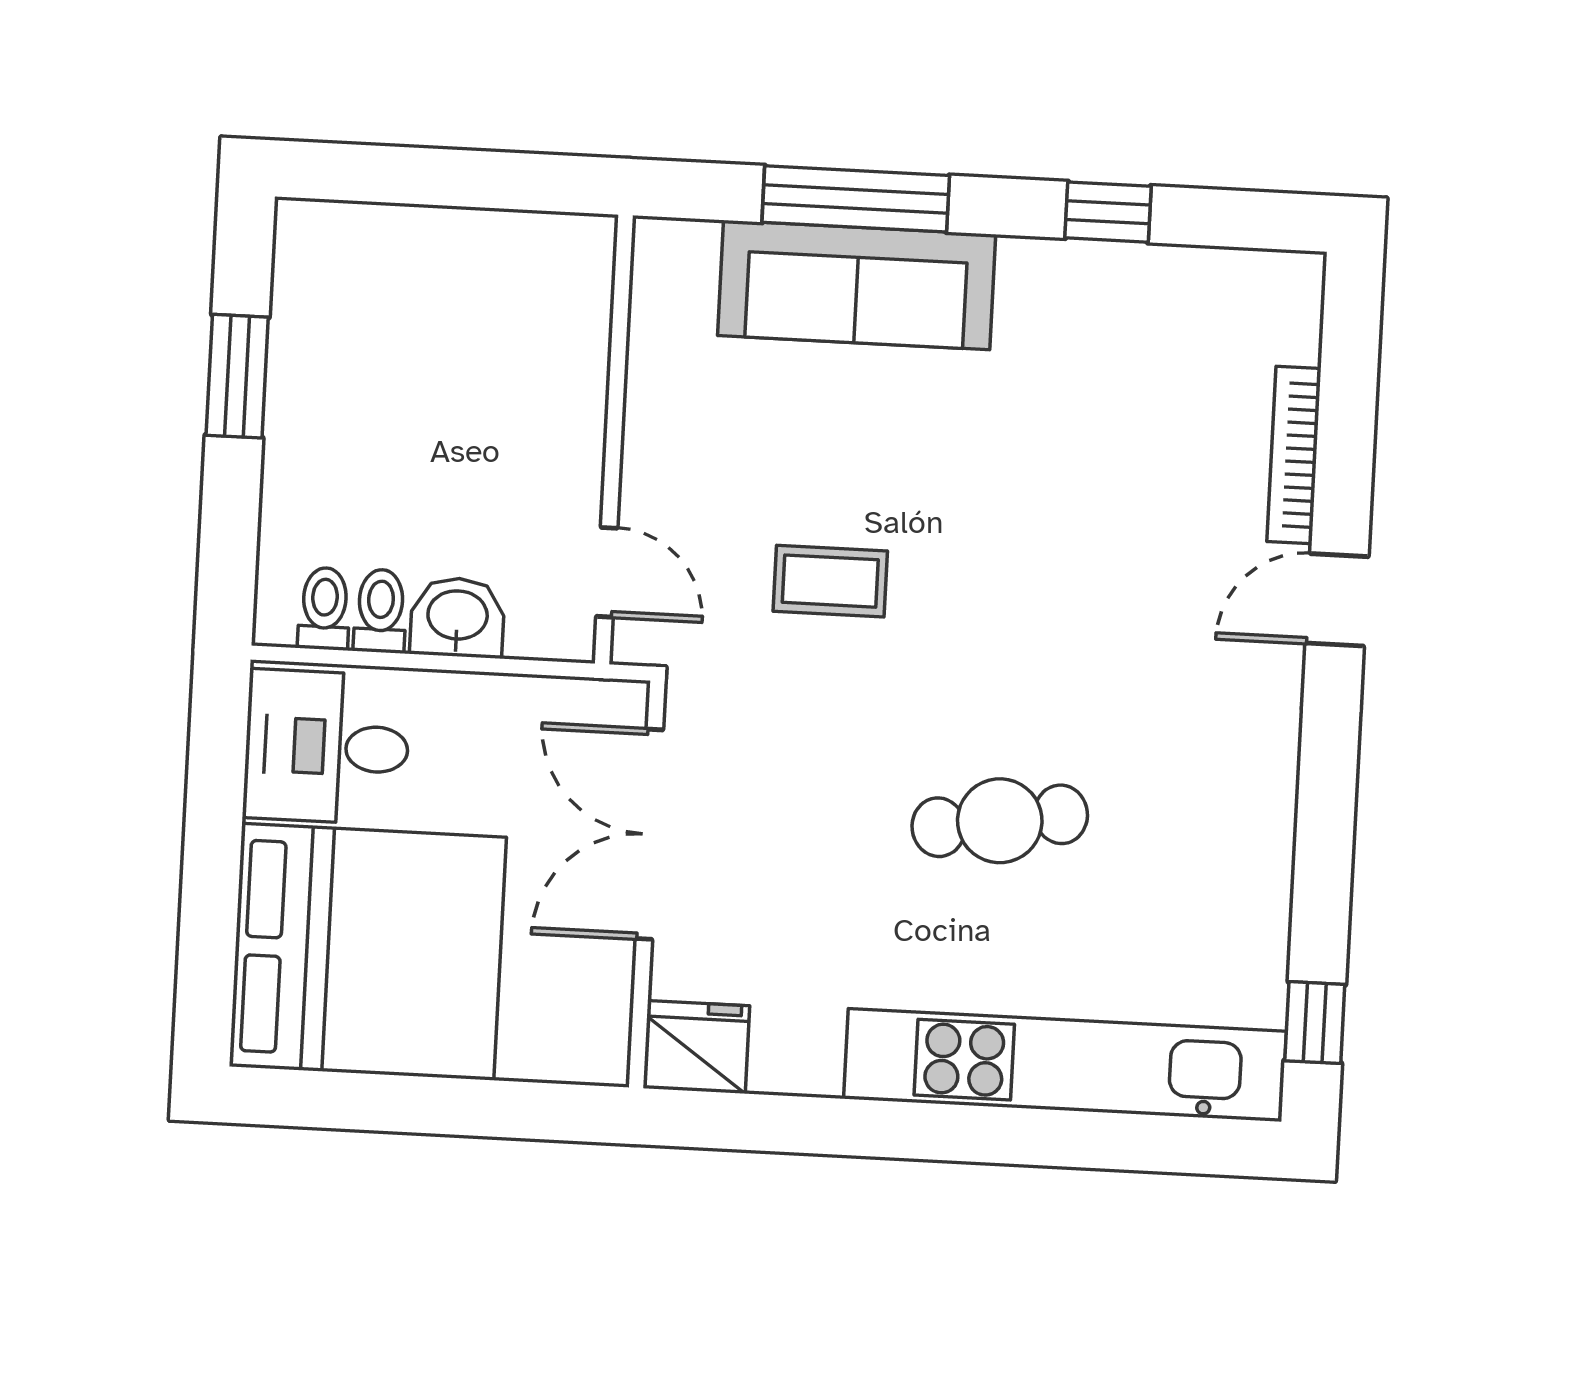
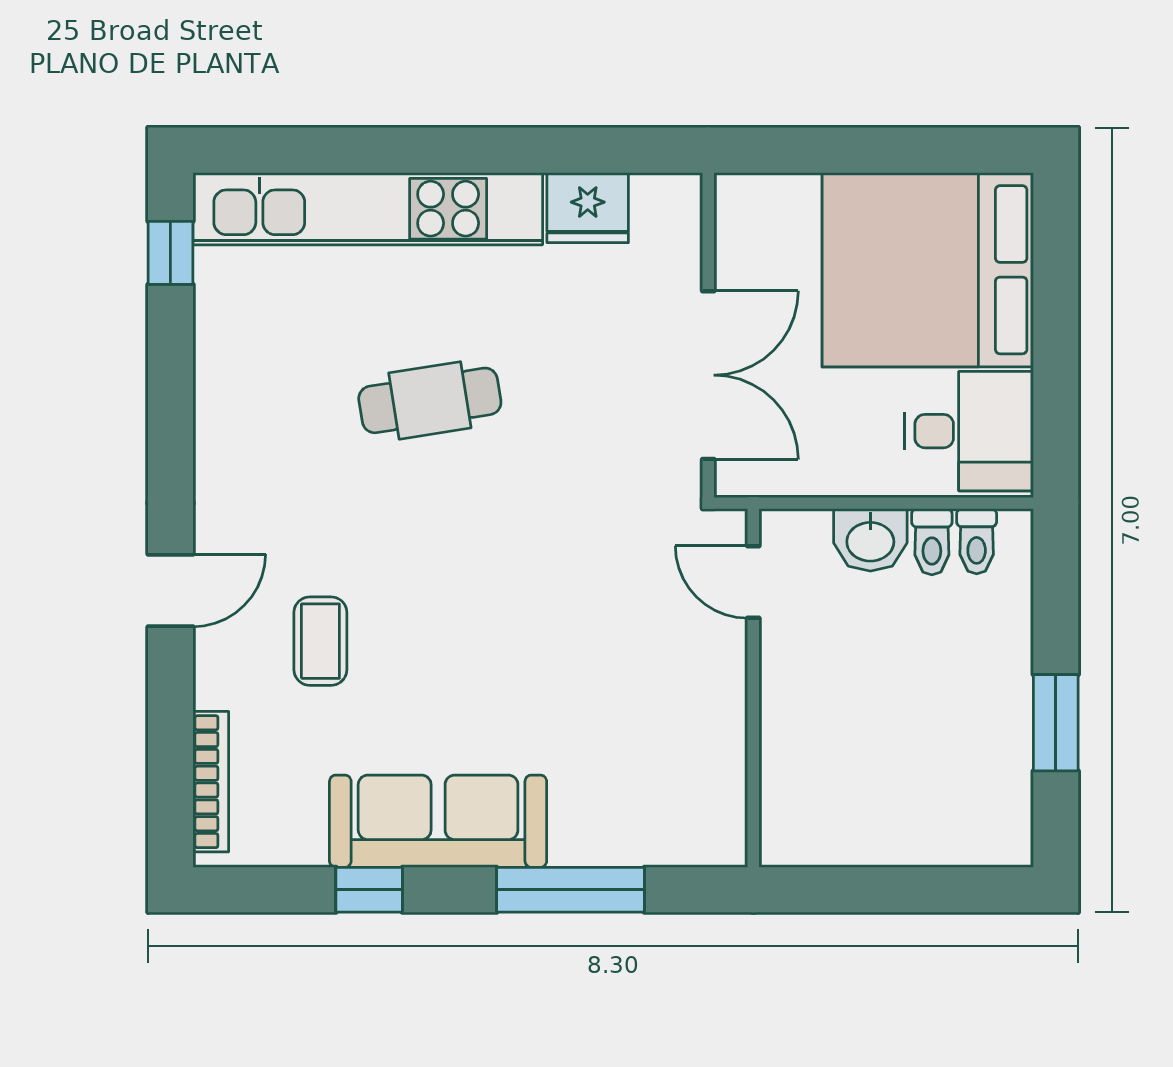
sofa: (857, 285) -> (438, 821), moved
bookcase: (1294, 455) -> (211, 782), moved
coffee table: (830, 581) -> (320, 641), moved, turned 90
fridge: (696, 1047) -> (588, 208), moved

